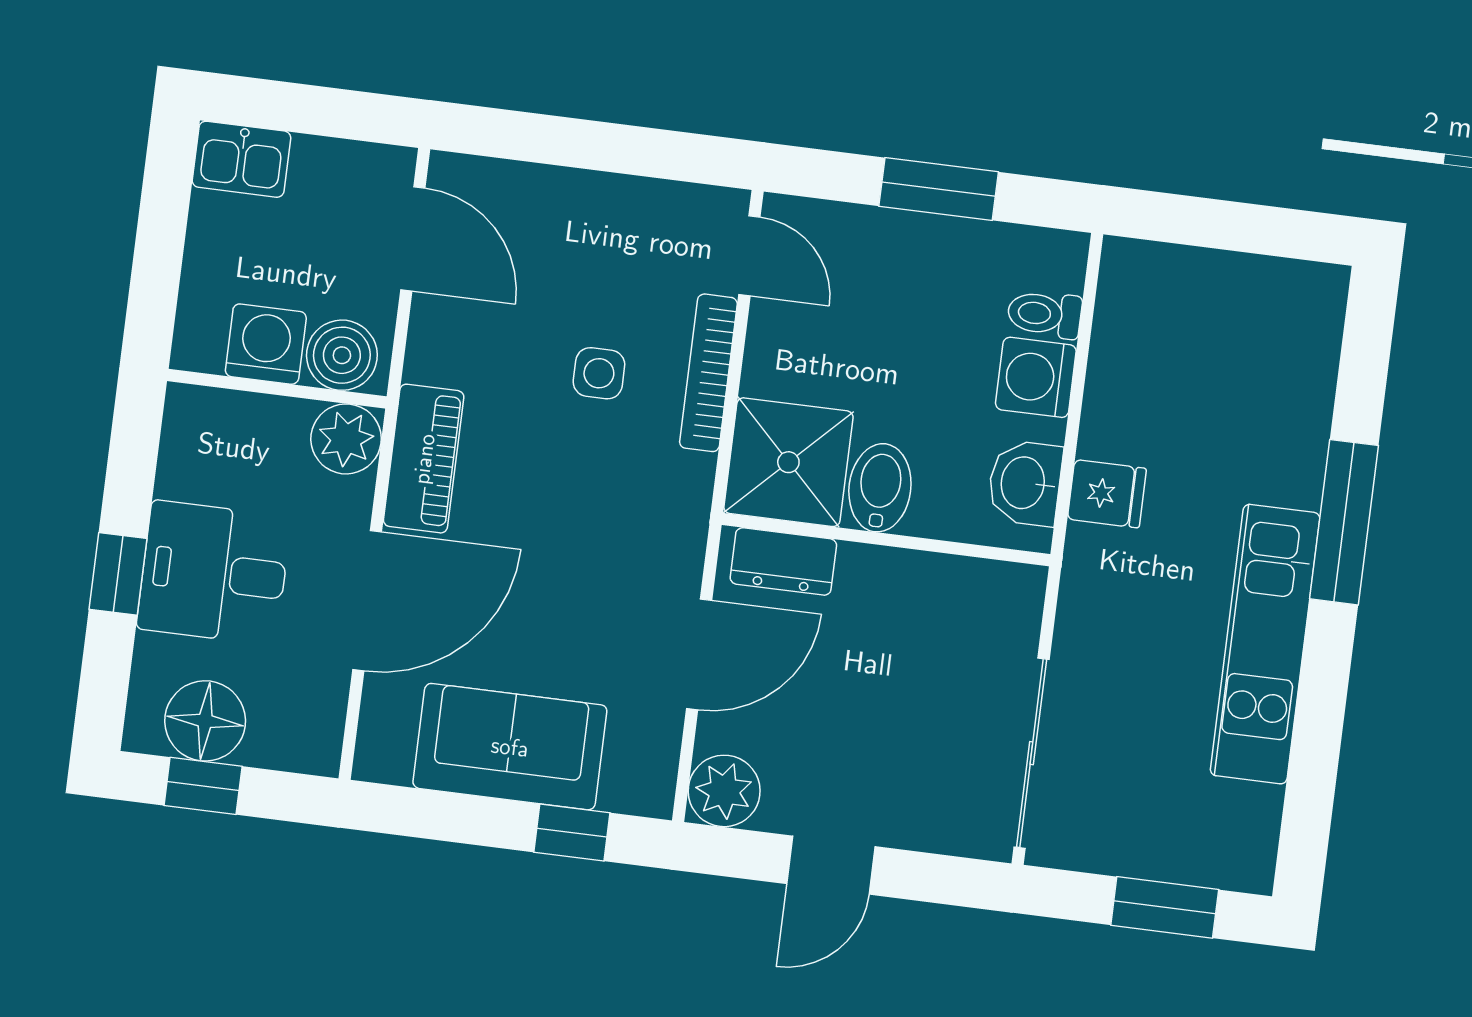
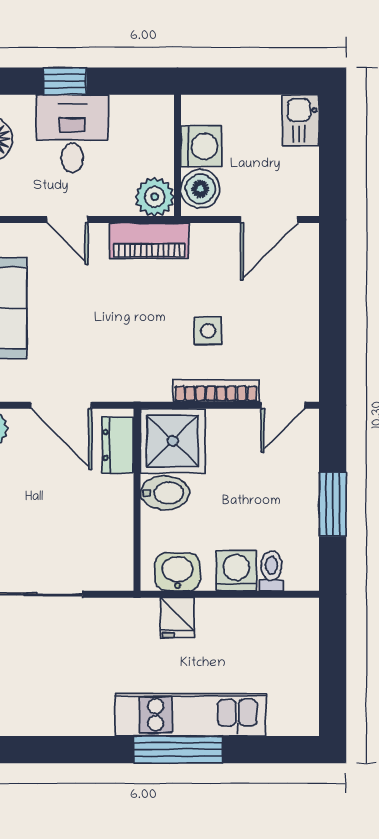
door: (367, 601) -> (68, 220), width x0.53
kitchen unit: (1265, 644) -> (190, 715), moved

